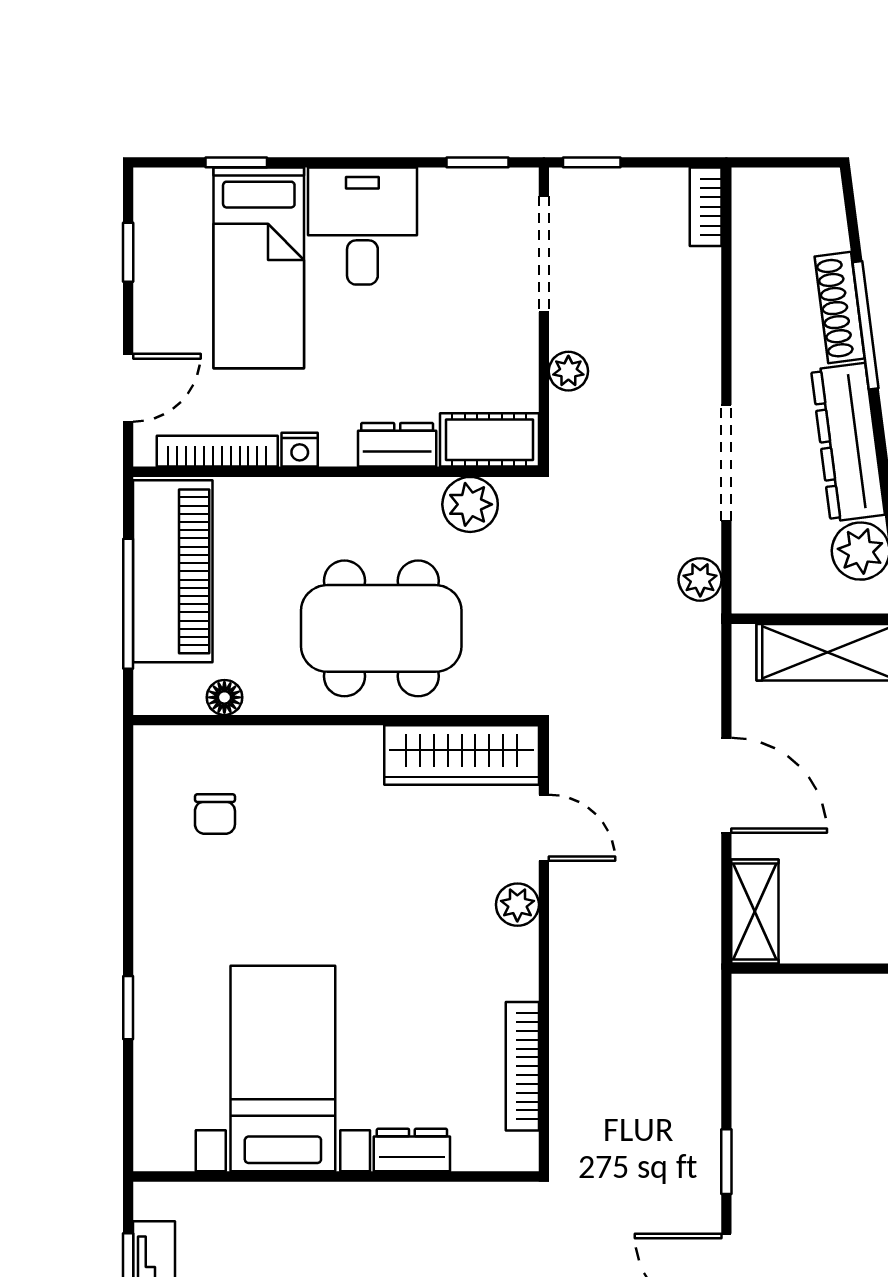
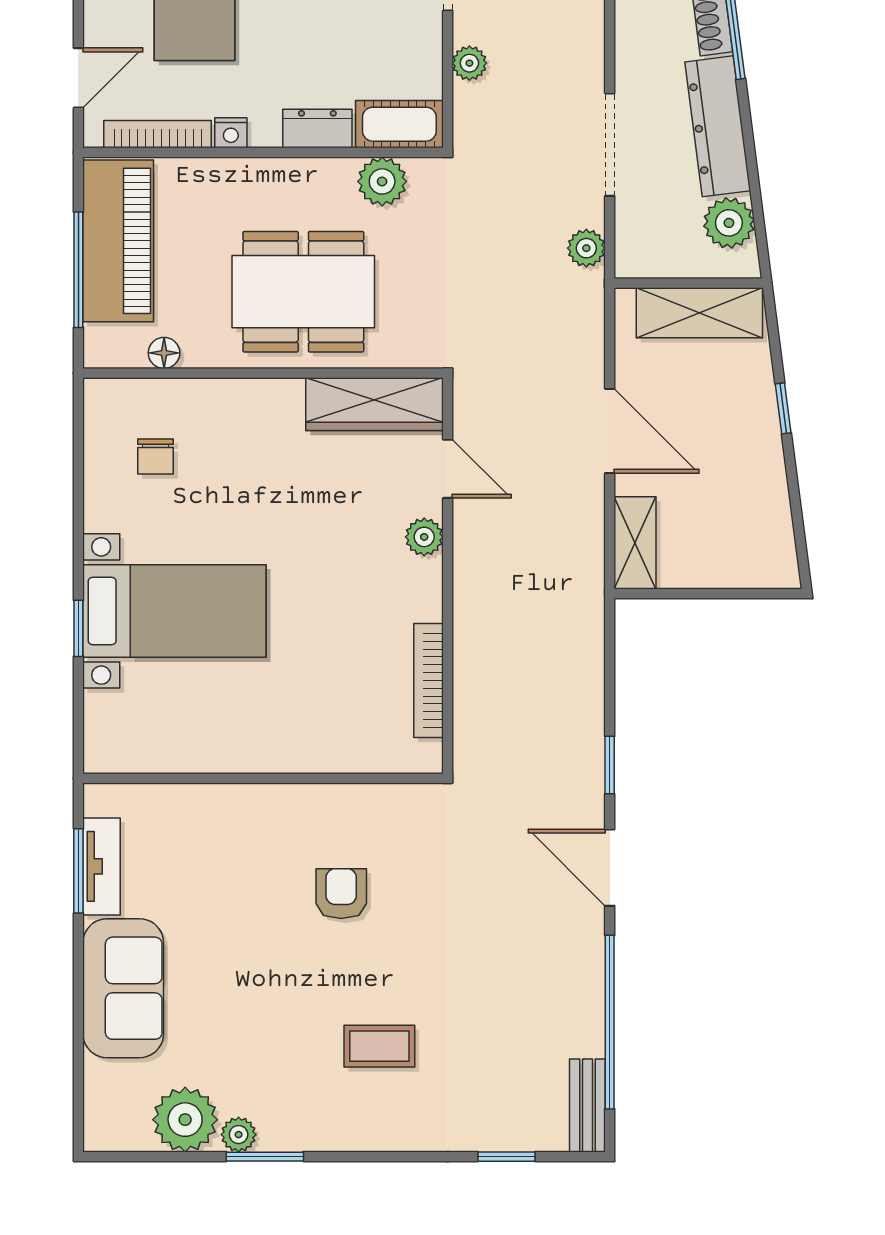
bed with nightstands: (283, 1068) -> (174, 611), moved, turned 90
dresser: (412, 1150) -> (330, 755), removed

